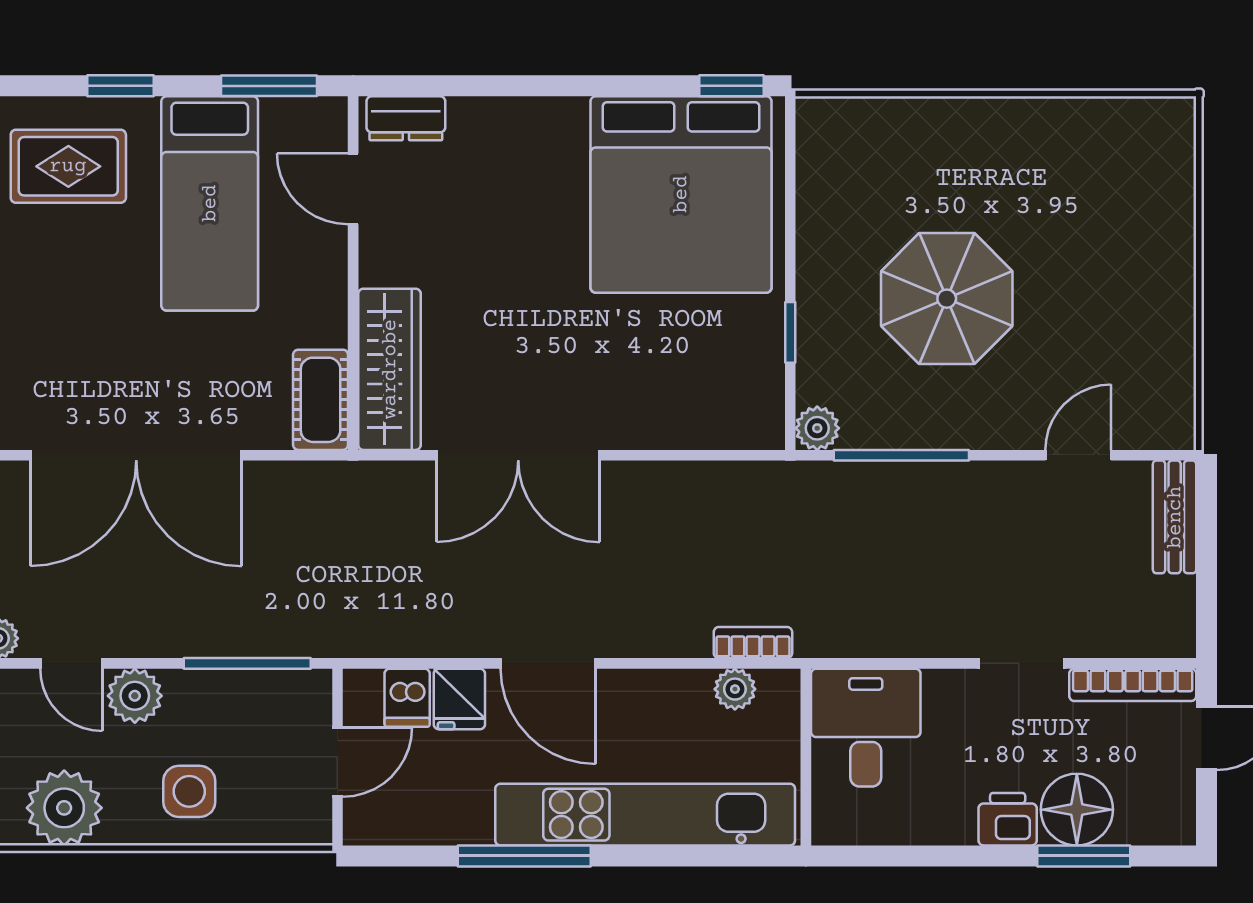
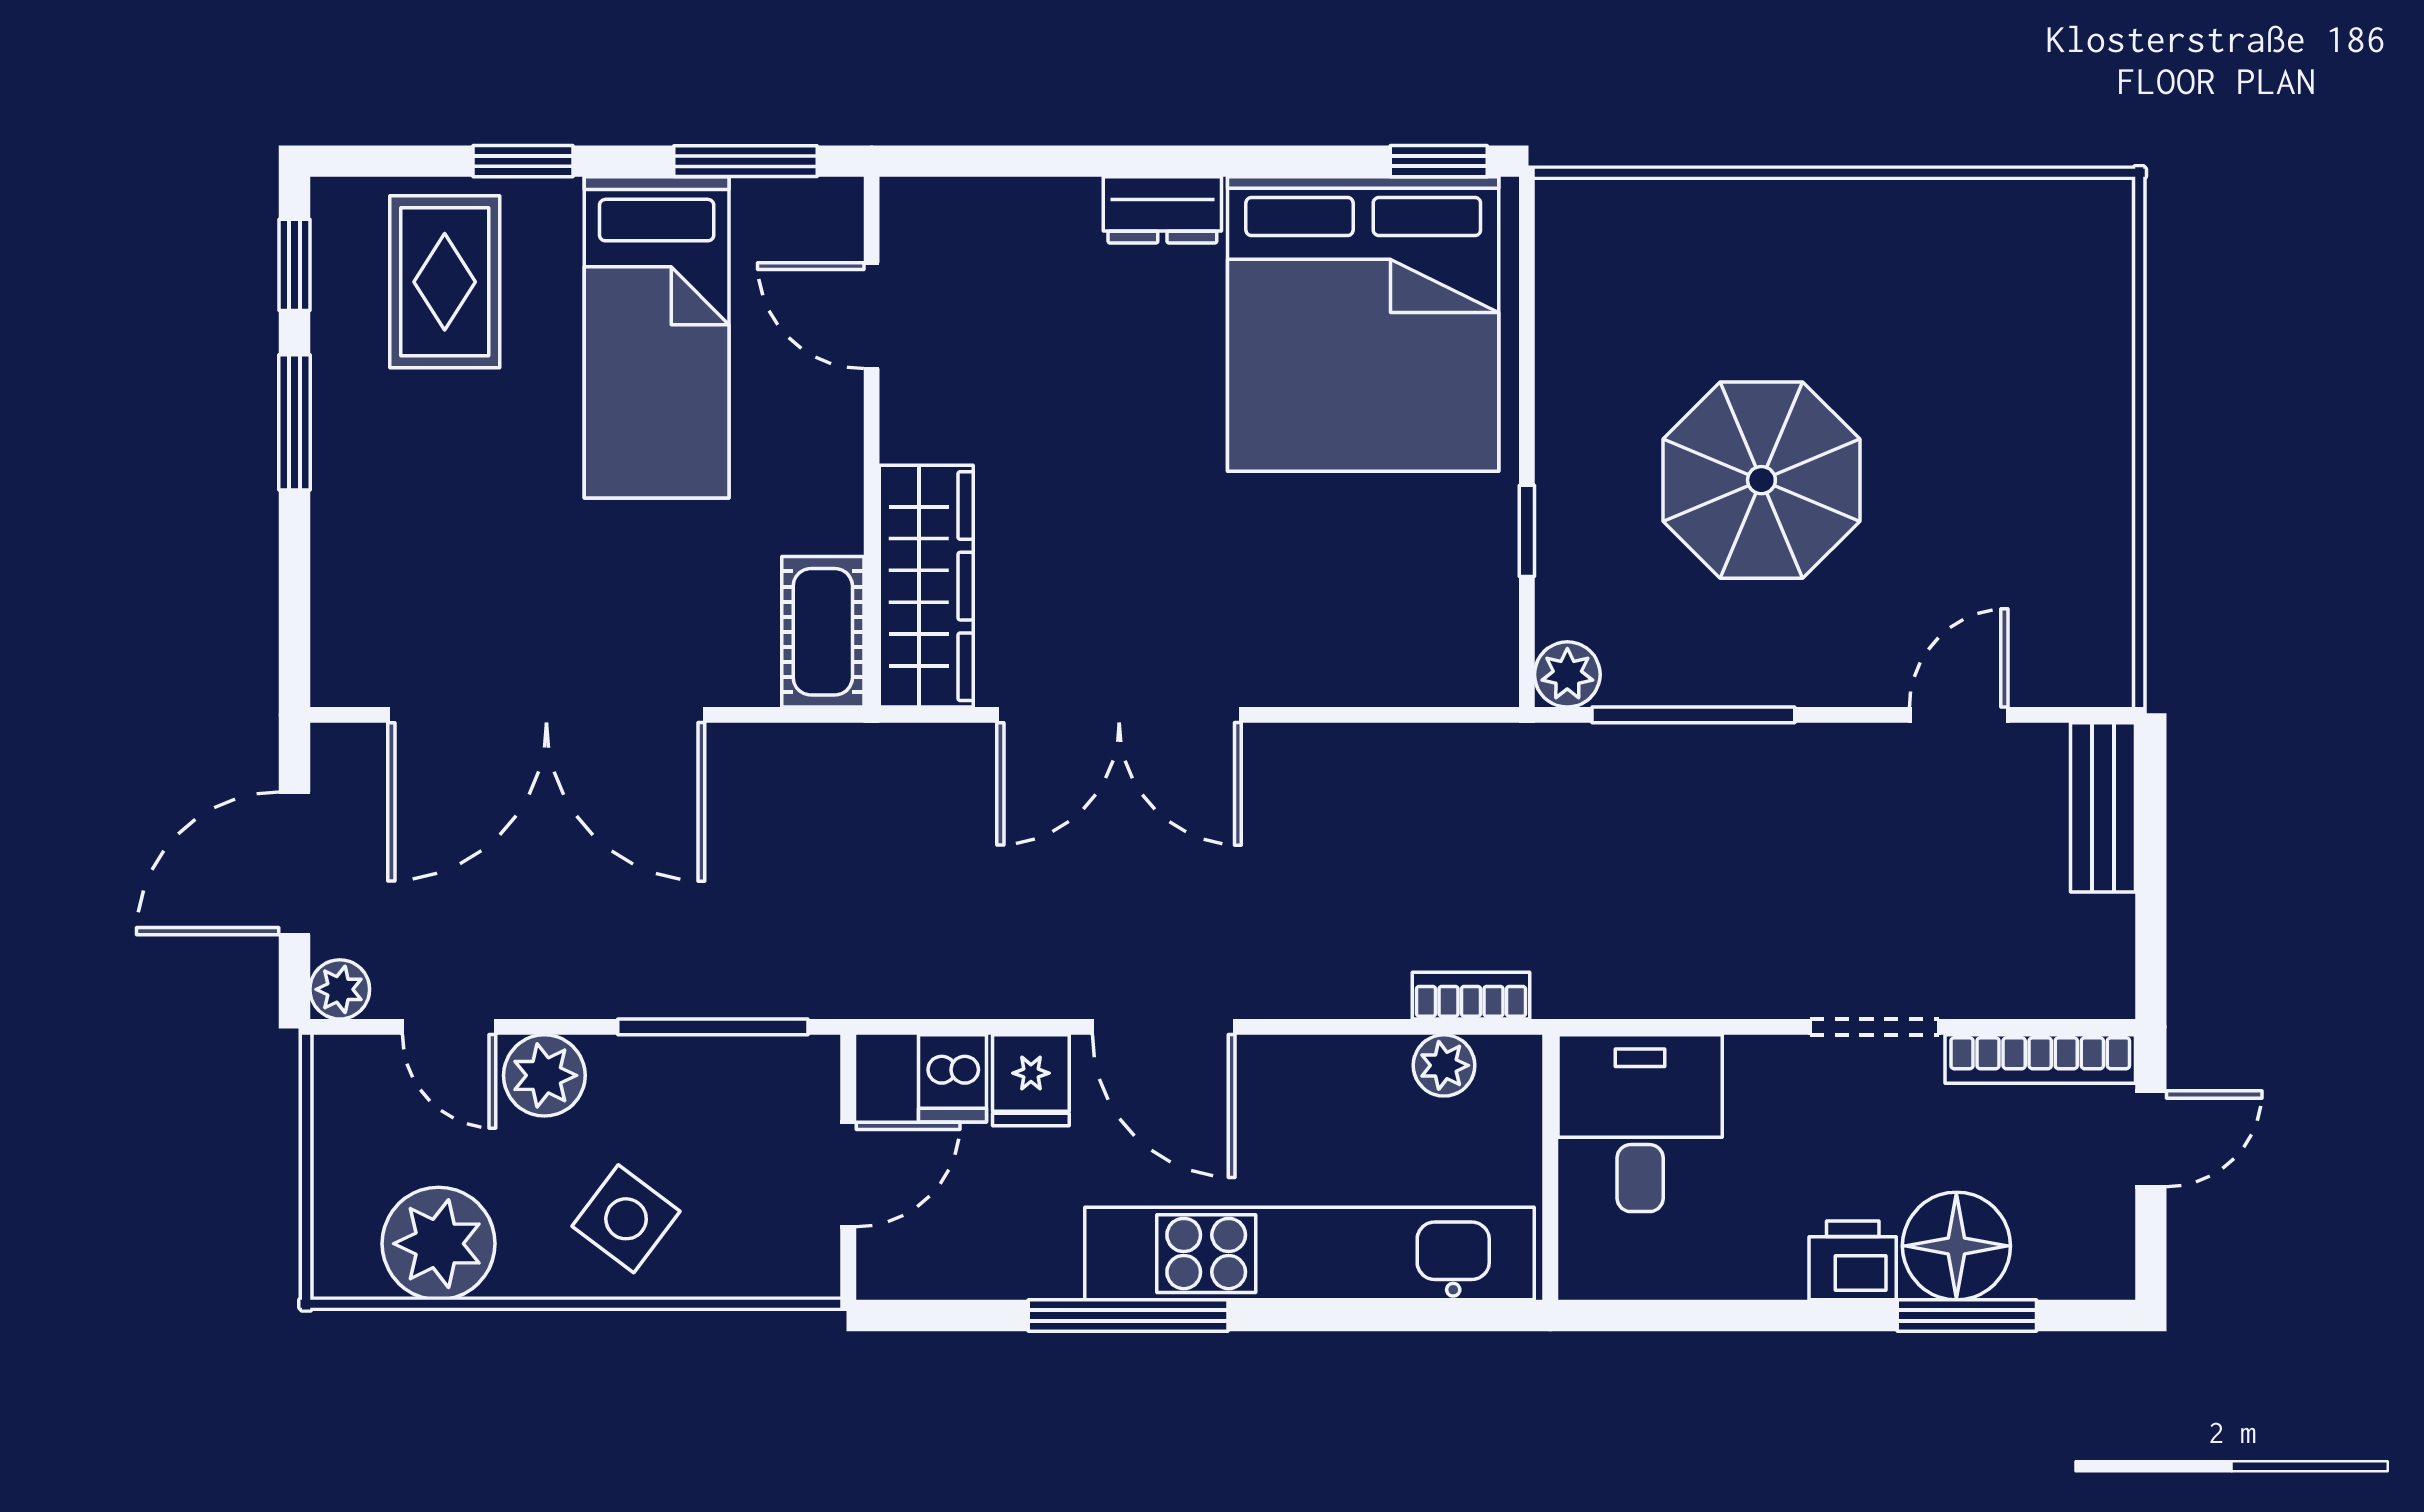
dresser: (406, 118) -> (1162, 210), moved
rug: (68, 166) -> (445, 282), turned 90
side table: (189, 791) -> (626, 1219), turned 37

